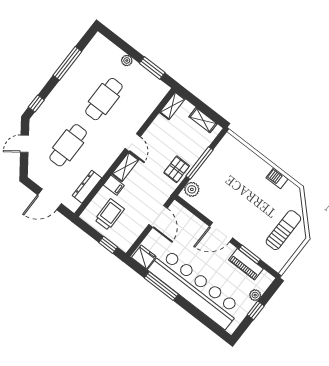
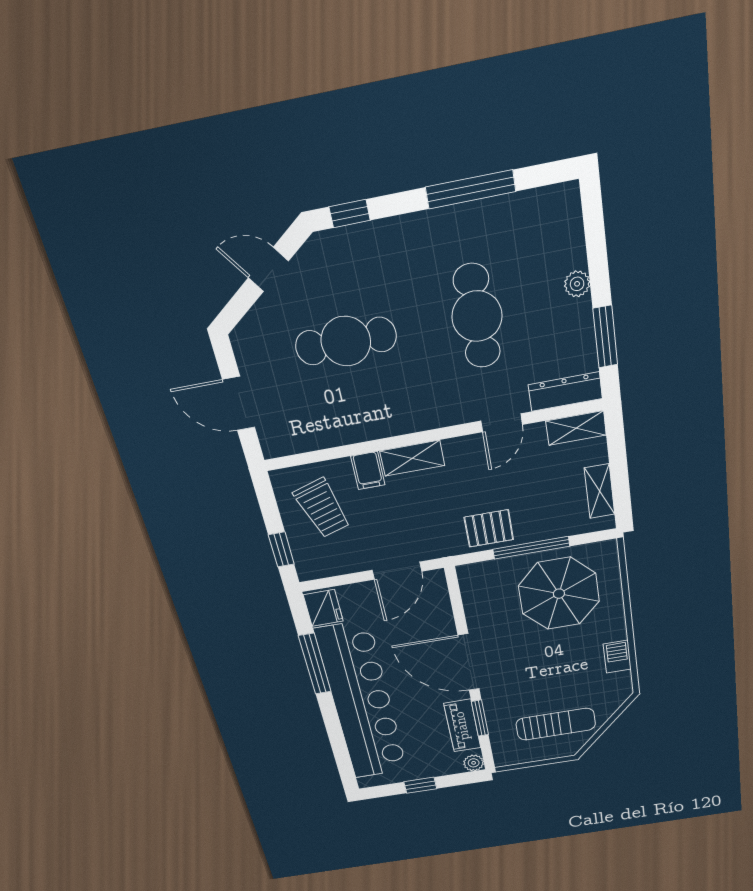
cafe table: (104, 99) -> (477, 316), turned 90
door: (133, 142) -> (502, 423), moved
parasol: (228, 172) -> (559, 594), added
dresser: (87, 187) -> (565, 392), moved
plant: (192, 189) -> (484, 575), removed
trolley: (109, 214) -> (322, 508), turned 74
door: (221, 232) -> (469, 662), width x1.36
plant: (255, 295) -> (474, 763), moved

